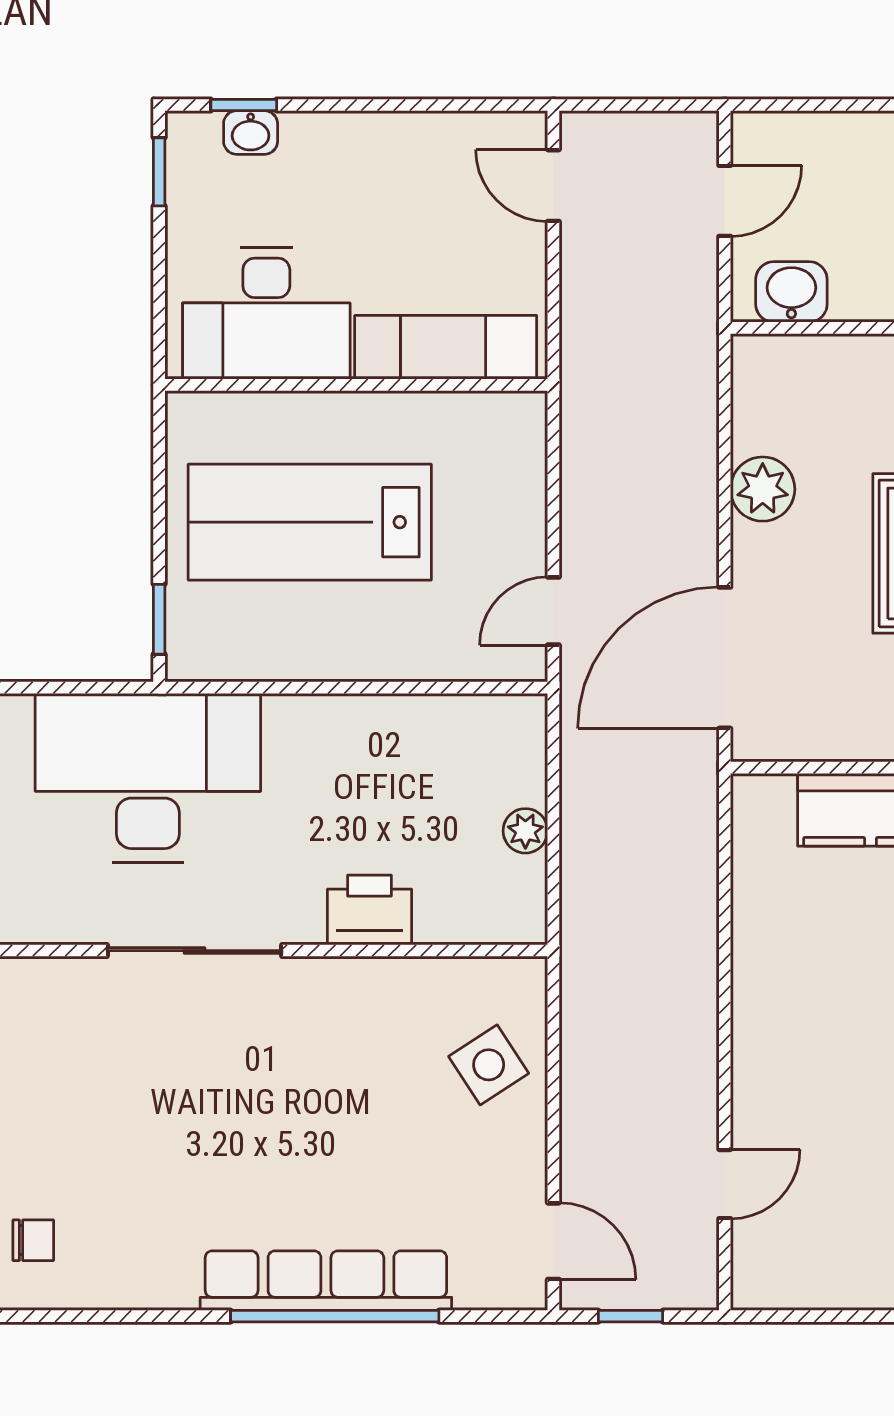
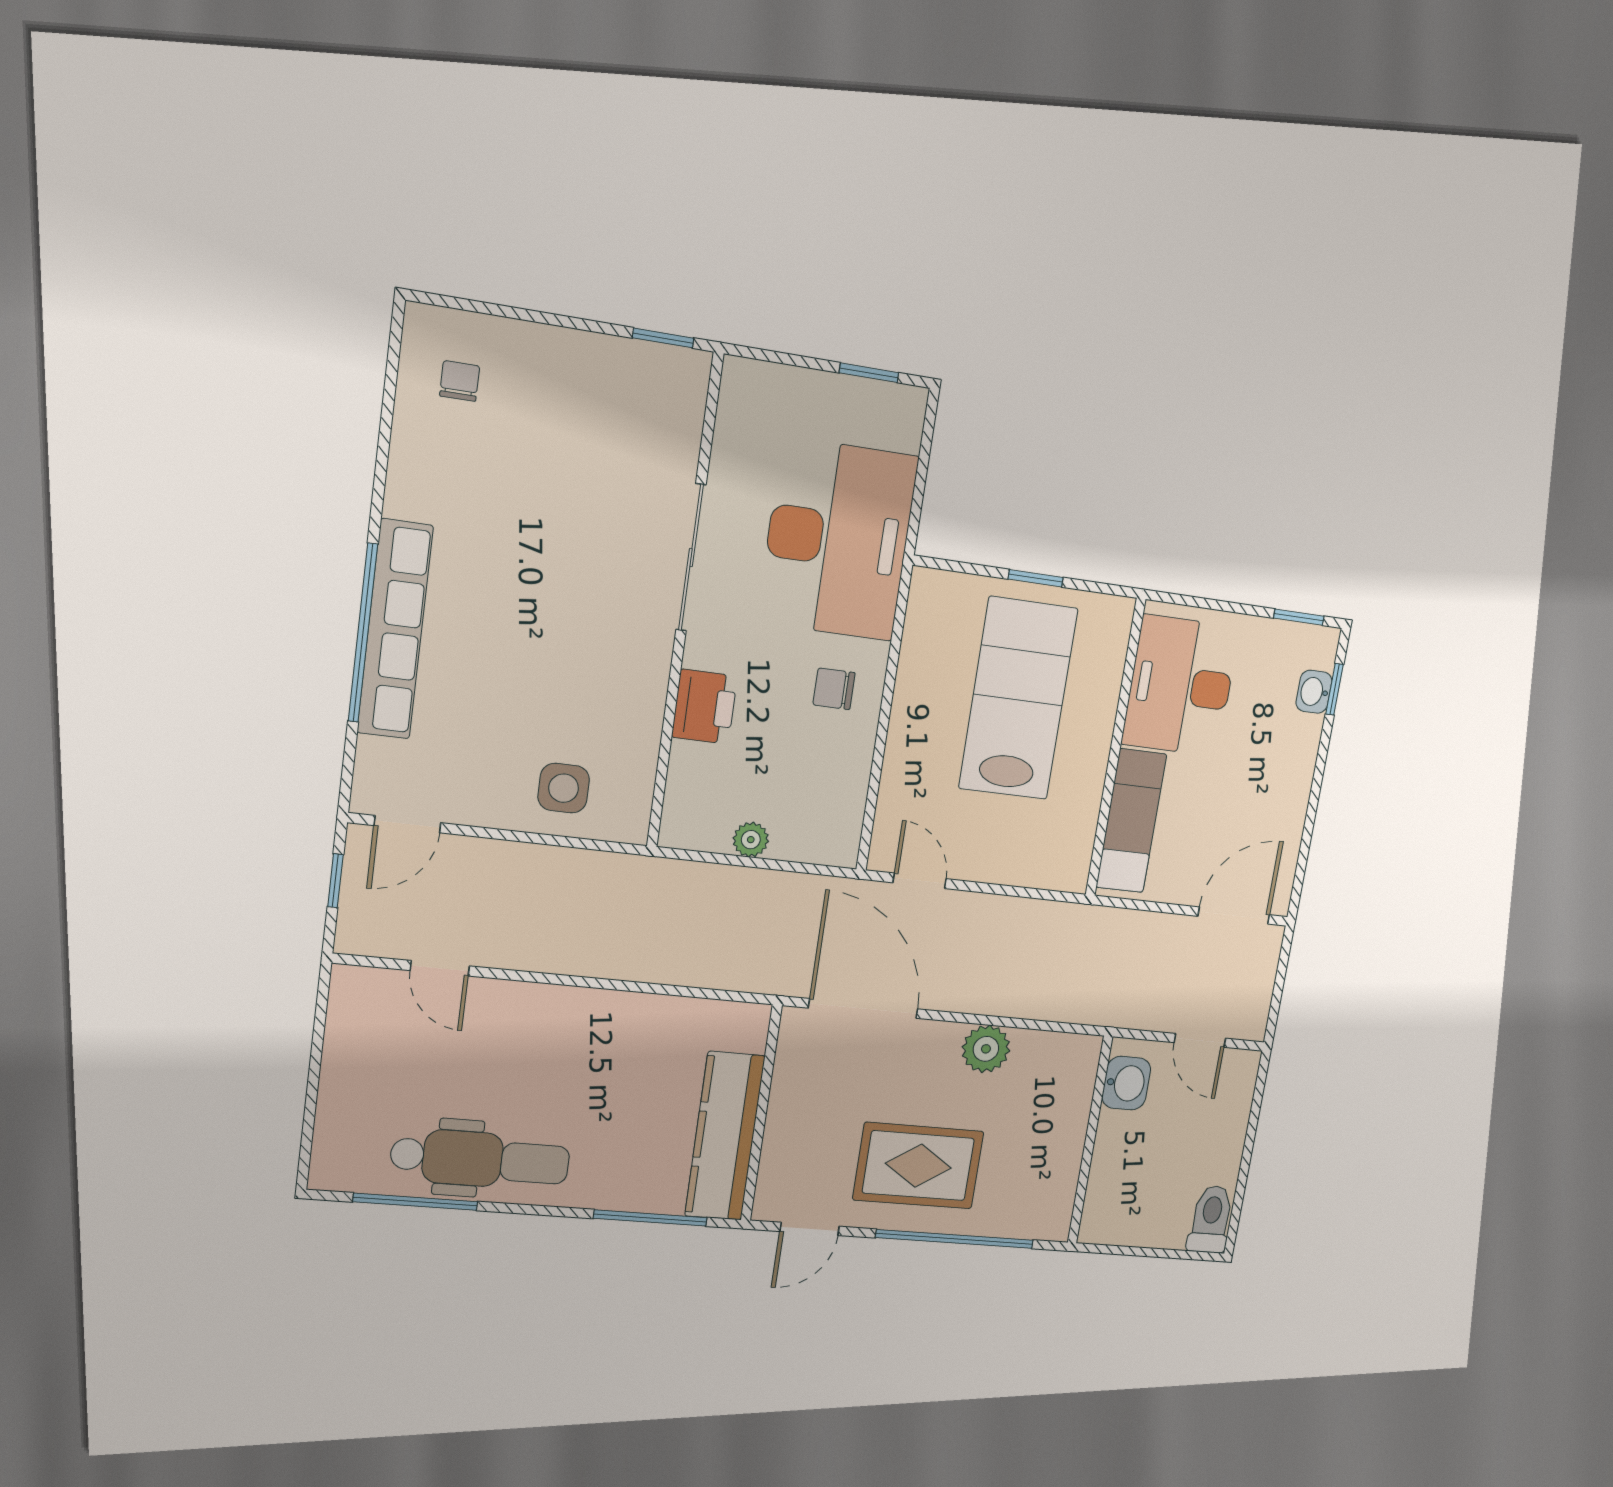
door: (553, 186) -> (1234, 915), width x1.38
window: (159, 619) -> (1036, 578), moved
chair: (328, 755) -> (834, 689), added
side table: (489, 1065) -> (564, 788), turned 33
chair: (33, 1240) -> (460, 381), turned 180

